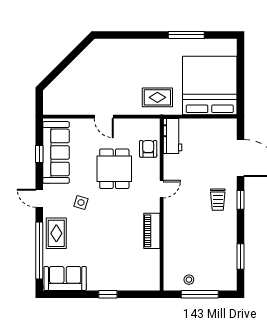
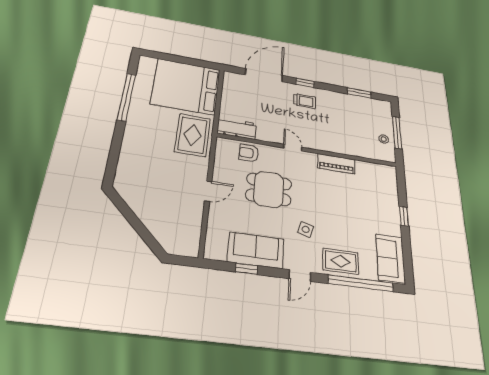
window: (186, 35) -> (127, 97), width x1.46
rug: (157, 97) -> (193, 135), width x1.36, depth x1.43
sofa: (56, 152) -> (256, 250), width x0.73

